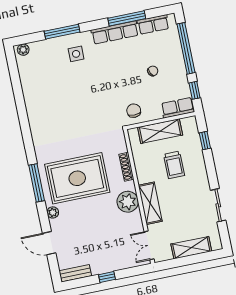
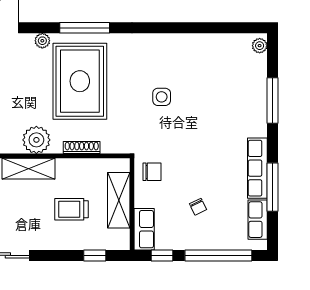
side table: (76, 54) -> (162, 97), moved

